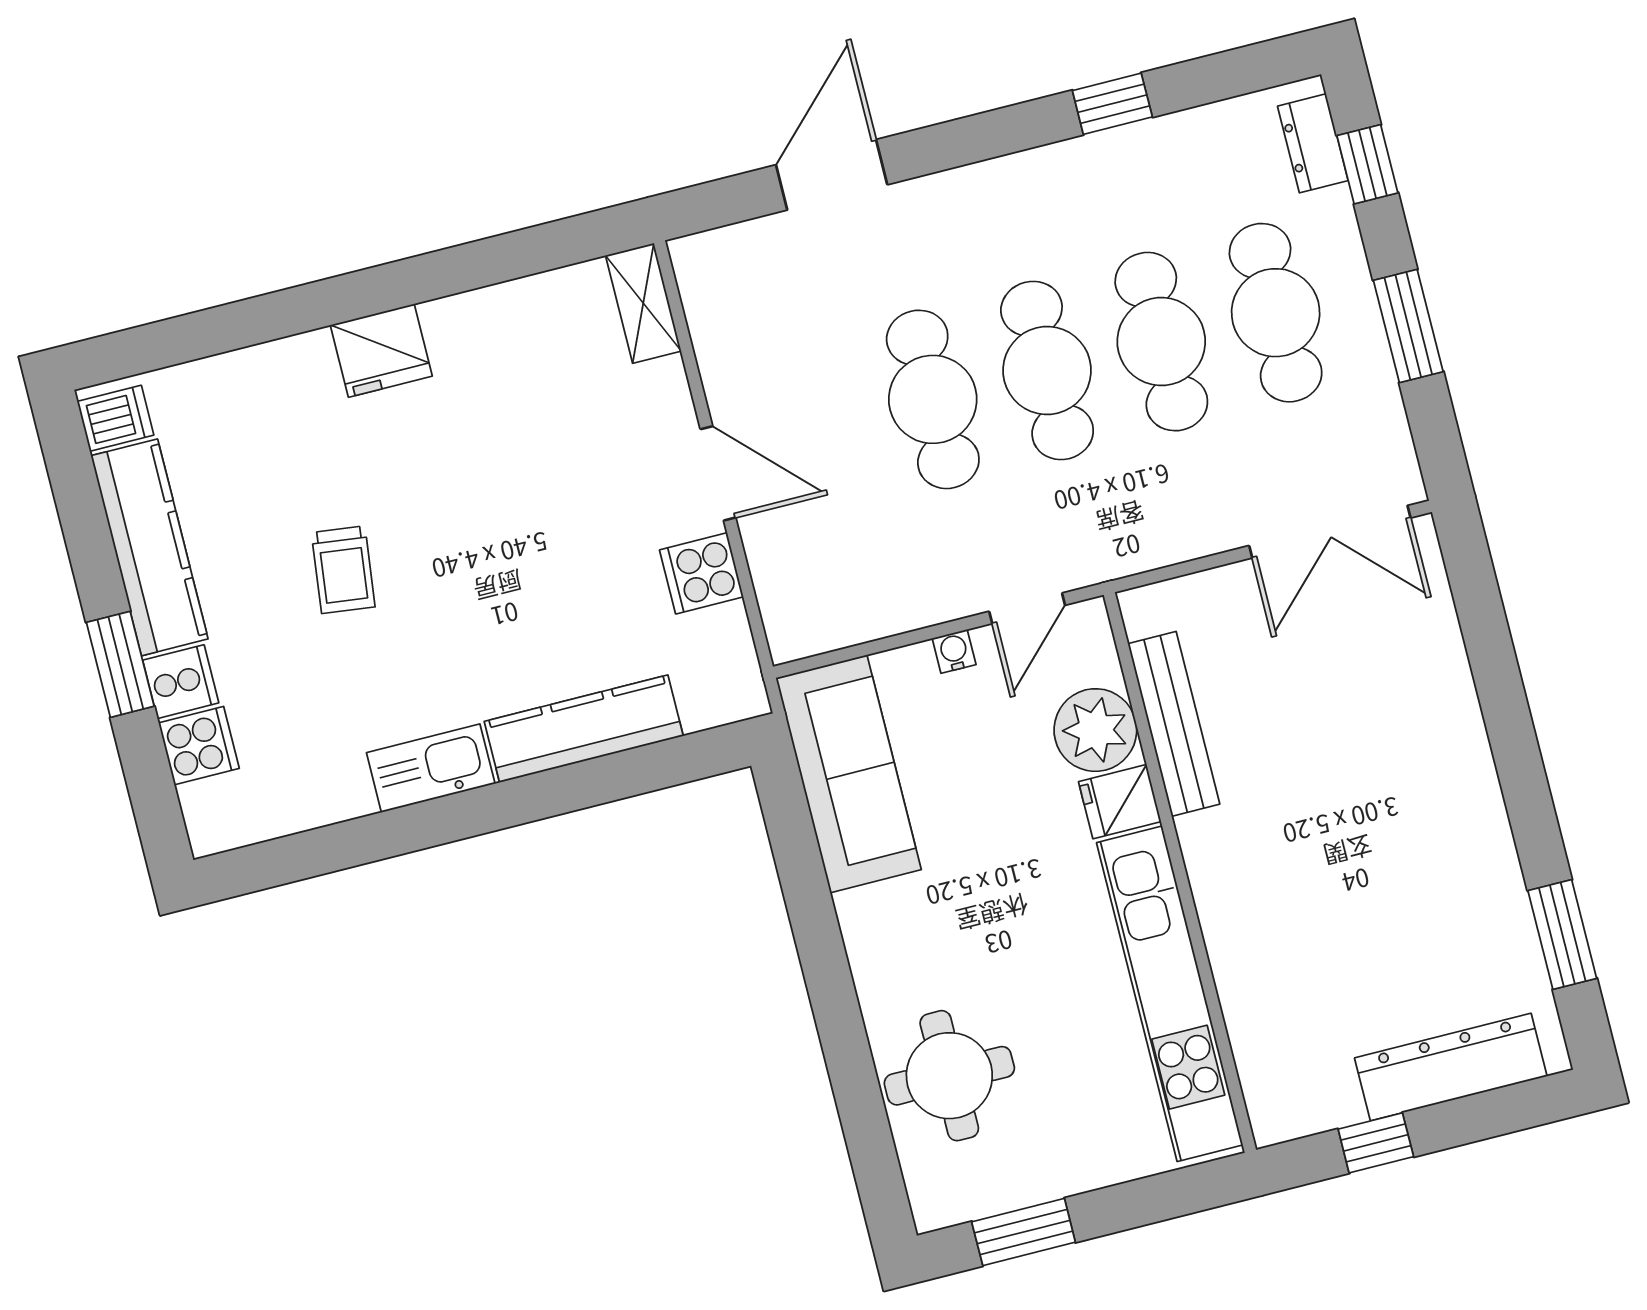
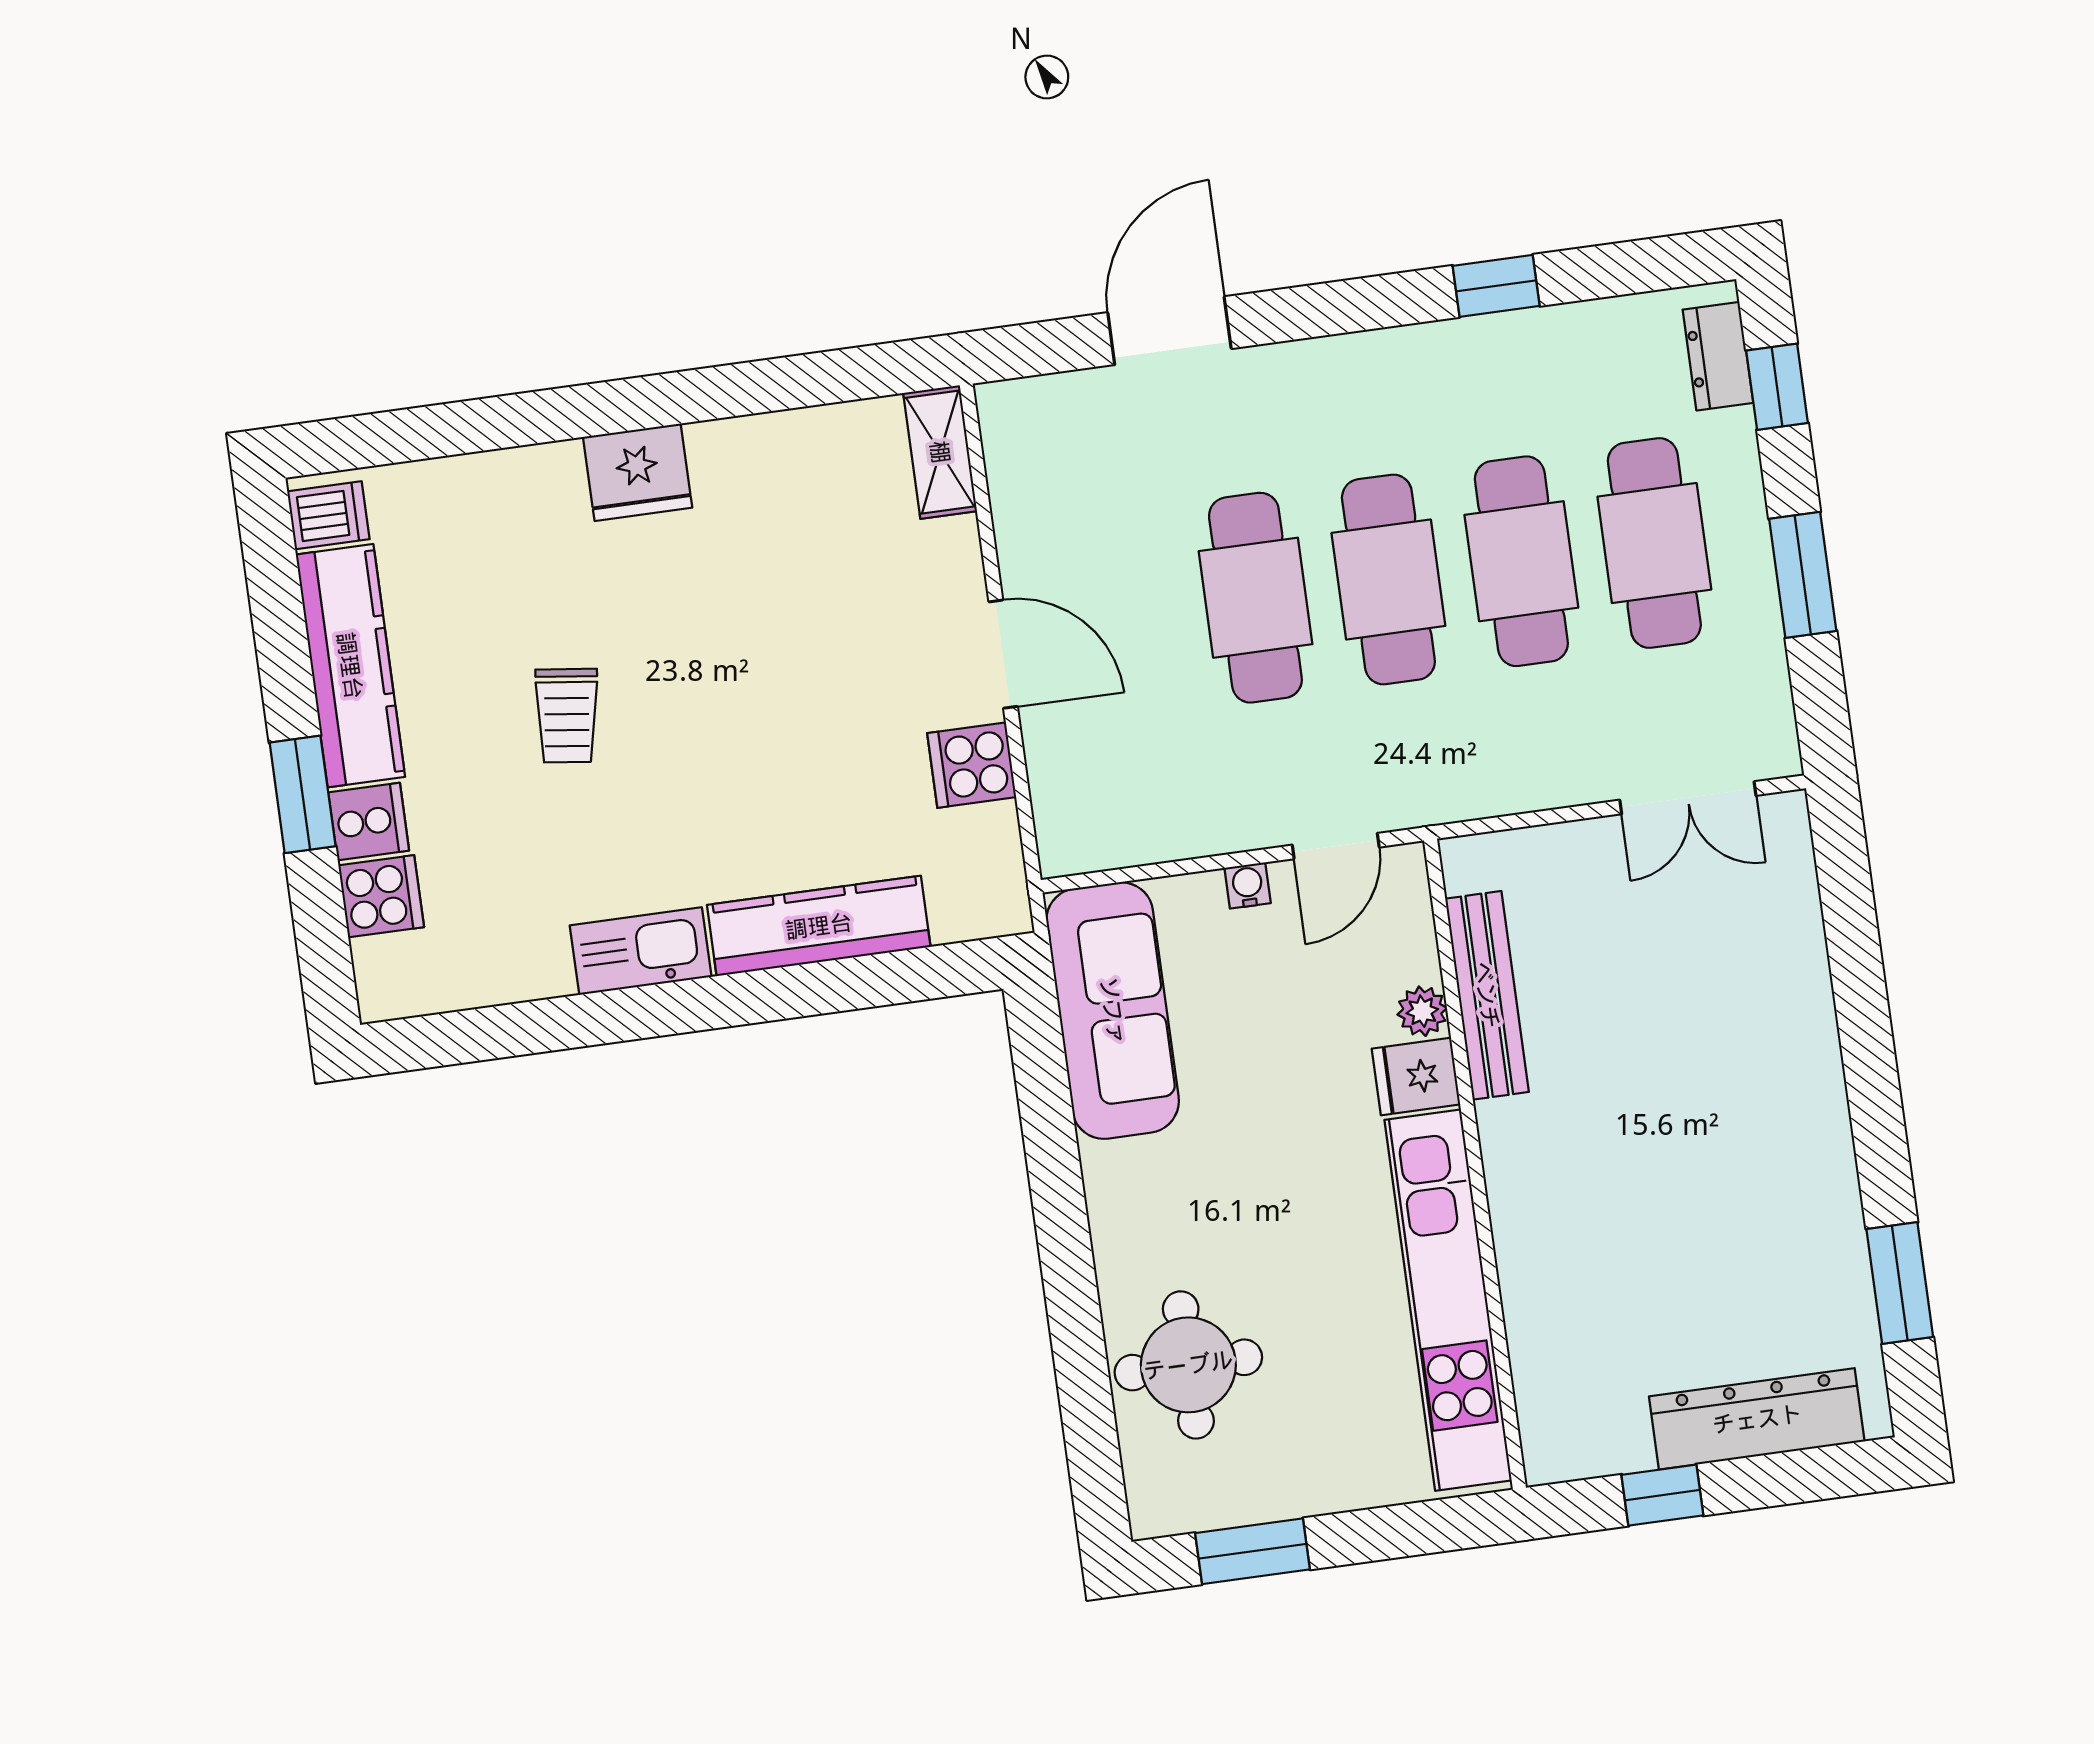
double door: (1330, 532) -> (1688, 798), width x0.73
plant: (1095, 730) -> (1422, 1011), width x0.53, depth x0.53

